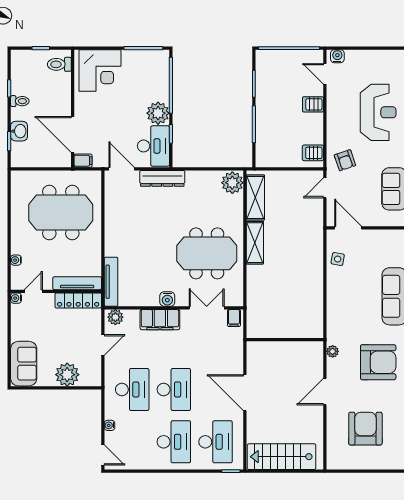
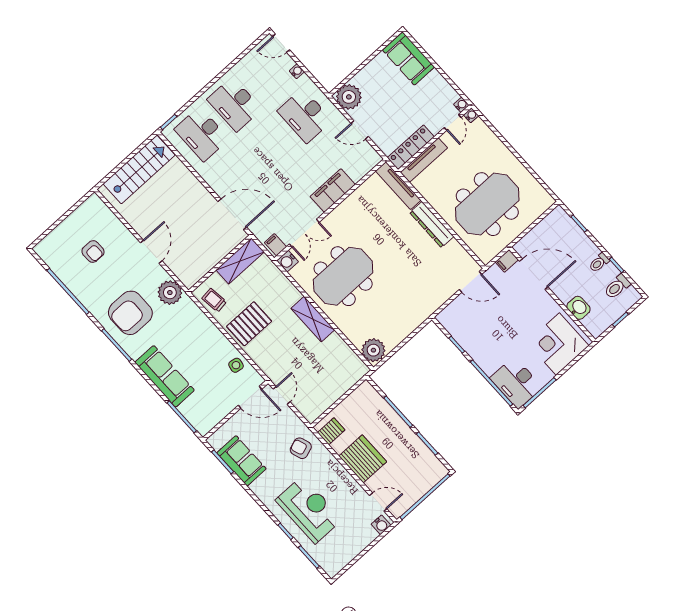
toilet: (59, 64) -> (617, 287), moved, turned 180
server rack: (313, 104) -> (363, 459), width x2.18, depth x1.44
reception desk: (378, 112) -> (309, 510), turned 180
plant: (158, 113) -> (482, 352), removed
washbasin: (19, 131) -> (578, 308), moved, turned 180
desk: (153, 146) -> (516, 383), moved
dresser: (162, 178) -> (432, 225), moved, turned -90
door: (325, 188) -> (282, 395), moved
shelving: (255, 197) -> (240, 261), moved, turned 90
water cooler: (16, 260) -> (471, 115), moved
pallet: (302, 280) -> (249, 324), added
water cooler: (167, 299) -> (287, 261), moved, turned -90
plant: (115, 317) -> (369, 161), removed
trolley: (312, 318) -> (214, 300), added
door: (103, 345) -> (360, 130), hinge flipped
plant: (333, 351) -> (170, 293), width x1.87, depth x1.87
plant: (67, 375) -> (349, 97), moved
desk: (174, 389) -> (272, 145), removed
door: (245, 393) -> (232, 214), moved
armchair: (365, 429) -> (93, 251), width x0.53, depth x0.53

